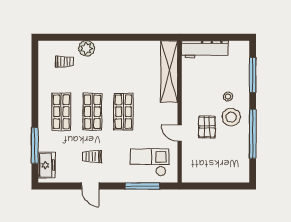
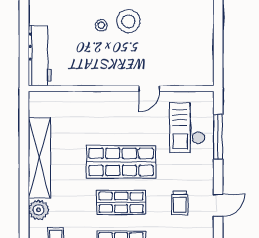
shelving: (169, 72) -> (39, 158), moved, turned 90
shop shelf: (123, 112) -> (121, 162), width x1.43, depth x1.36
pallet: (207, 127) -> (141, 53), removed

